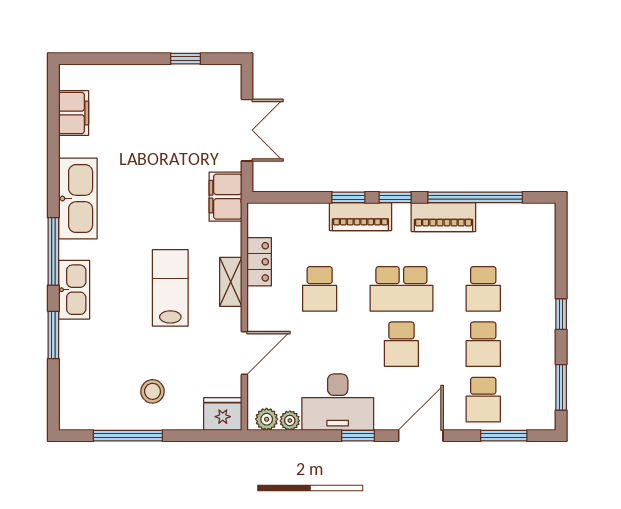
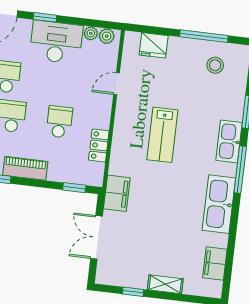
window: (348, 197) -> (74, 188), moved
shelving: (231, 282) -> (165, 284), moved, turned 90
door: (244, 353) -> (117, 84), width x0.73
stool: (153, 391) -> (215, 65), moved
fridge: (223, 414) -> (154, 45), moved

